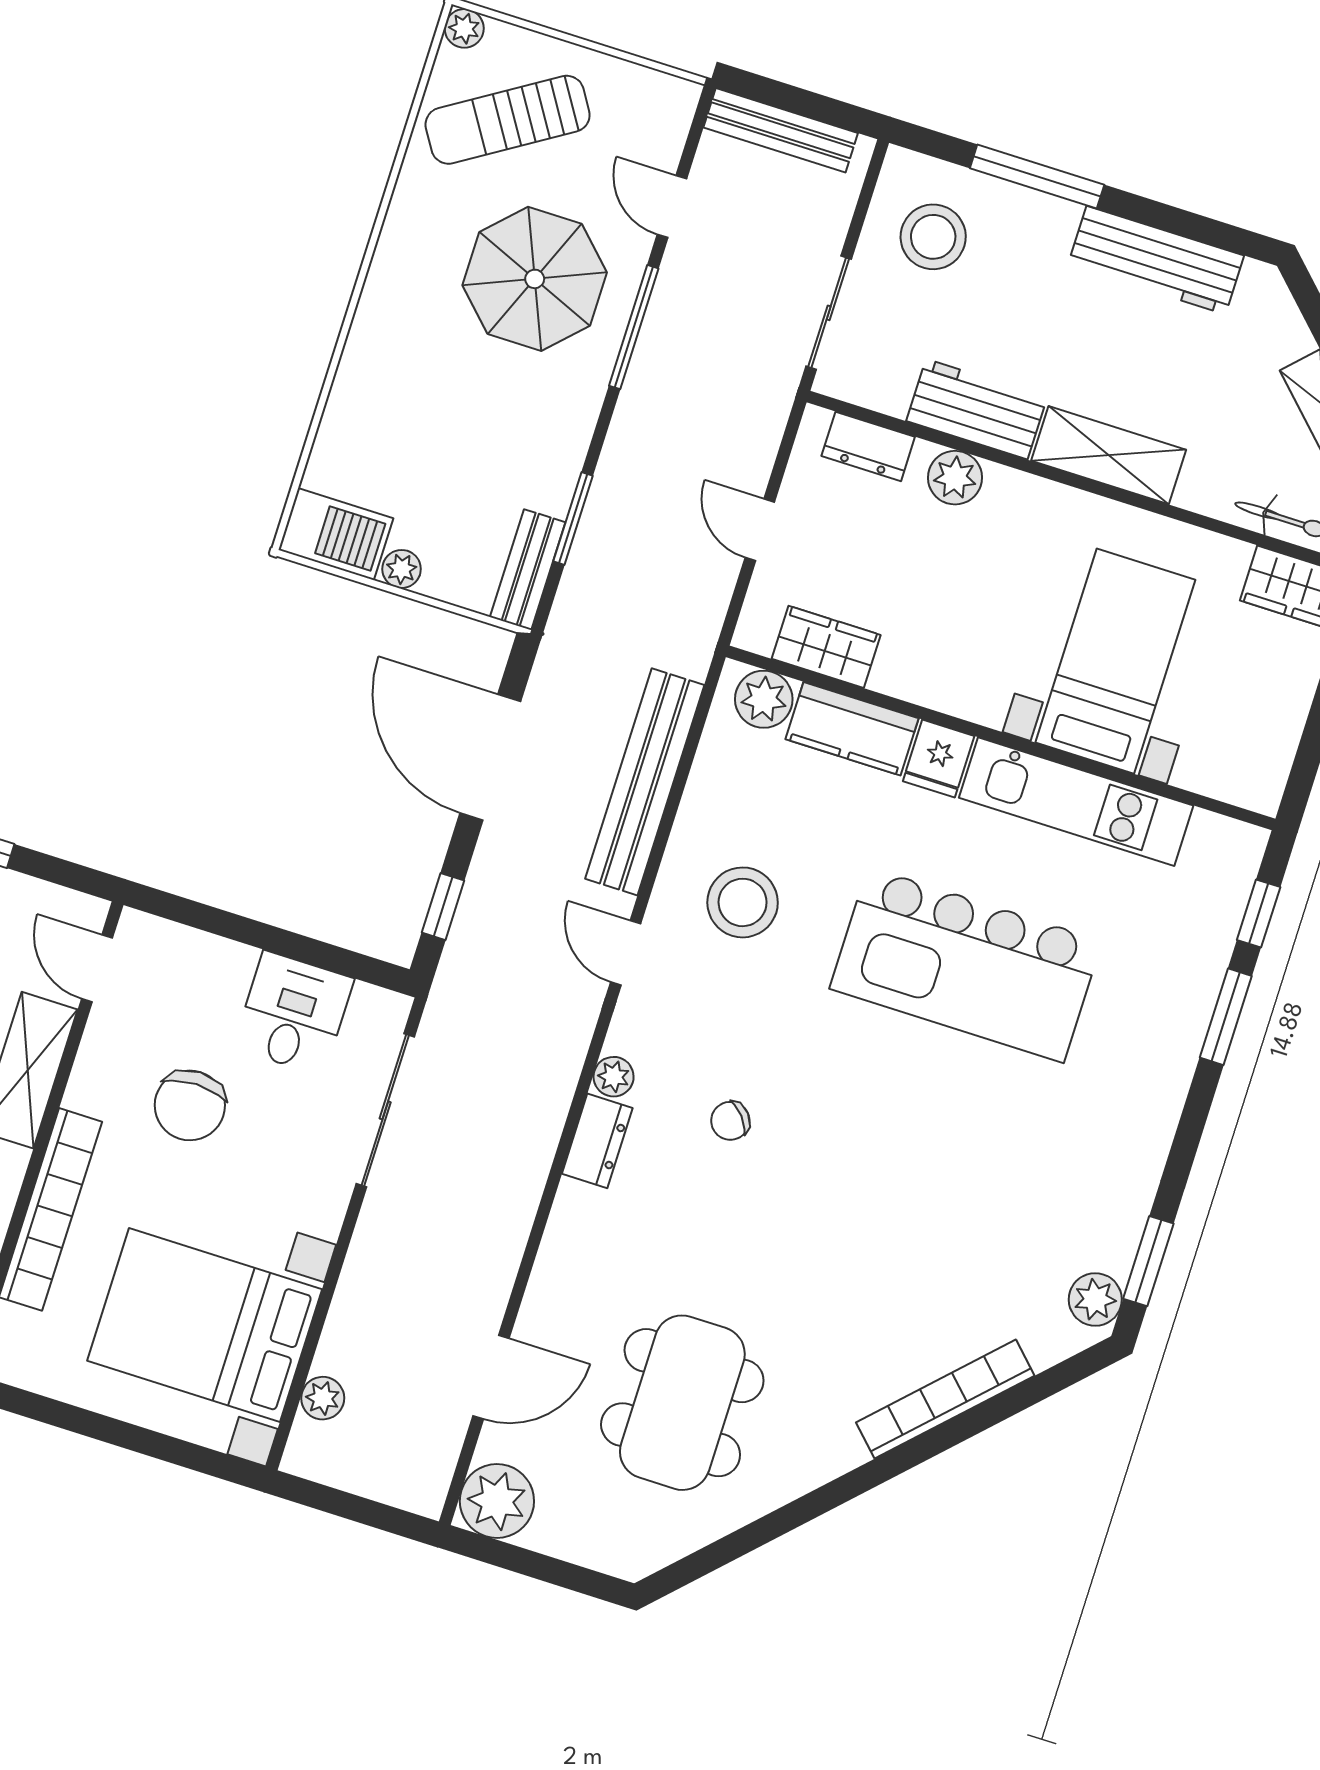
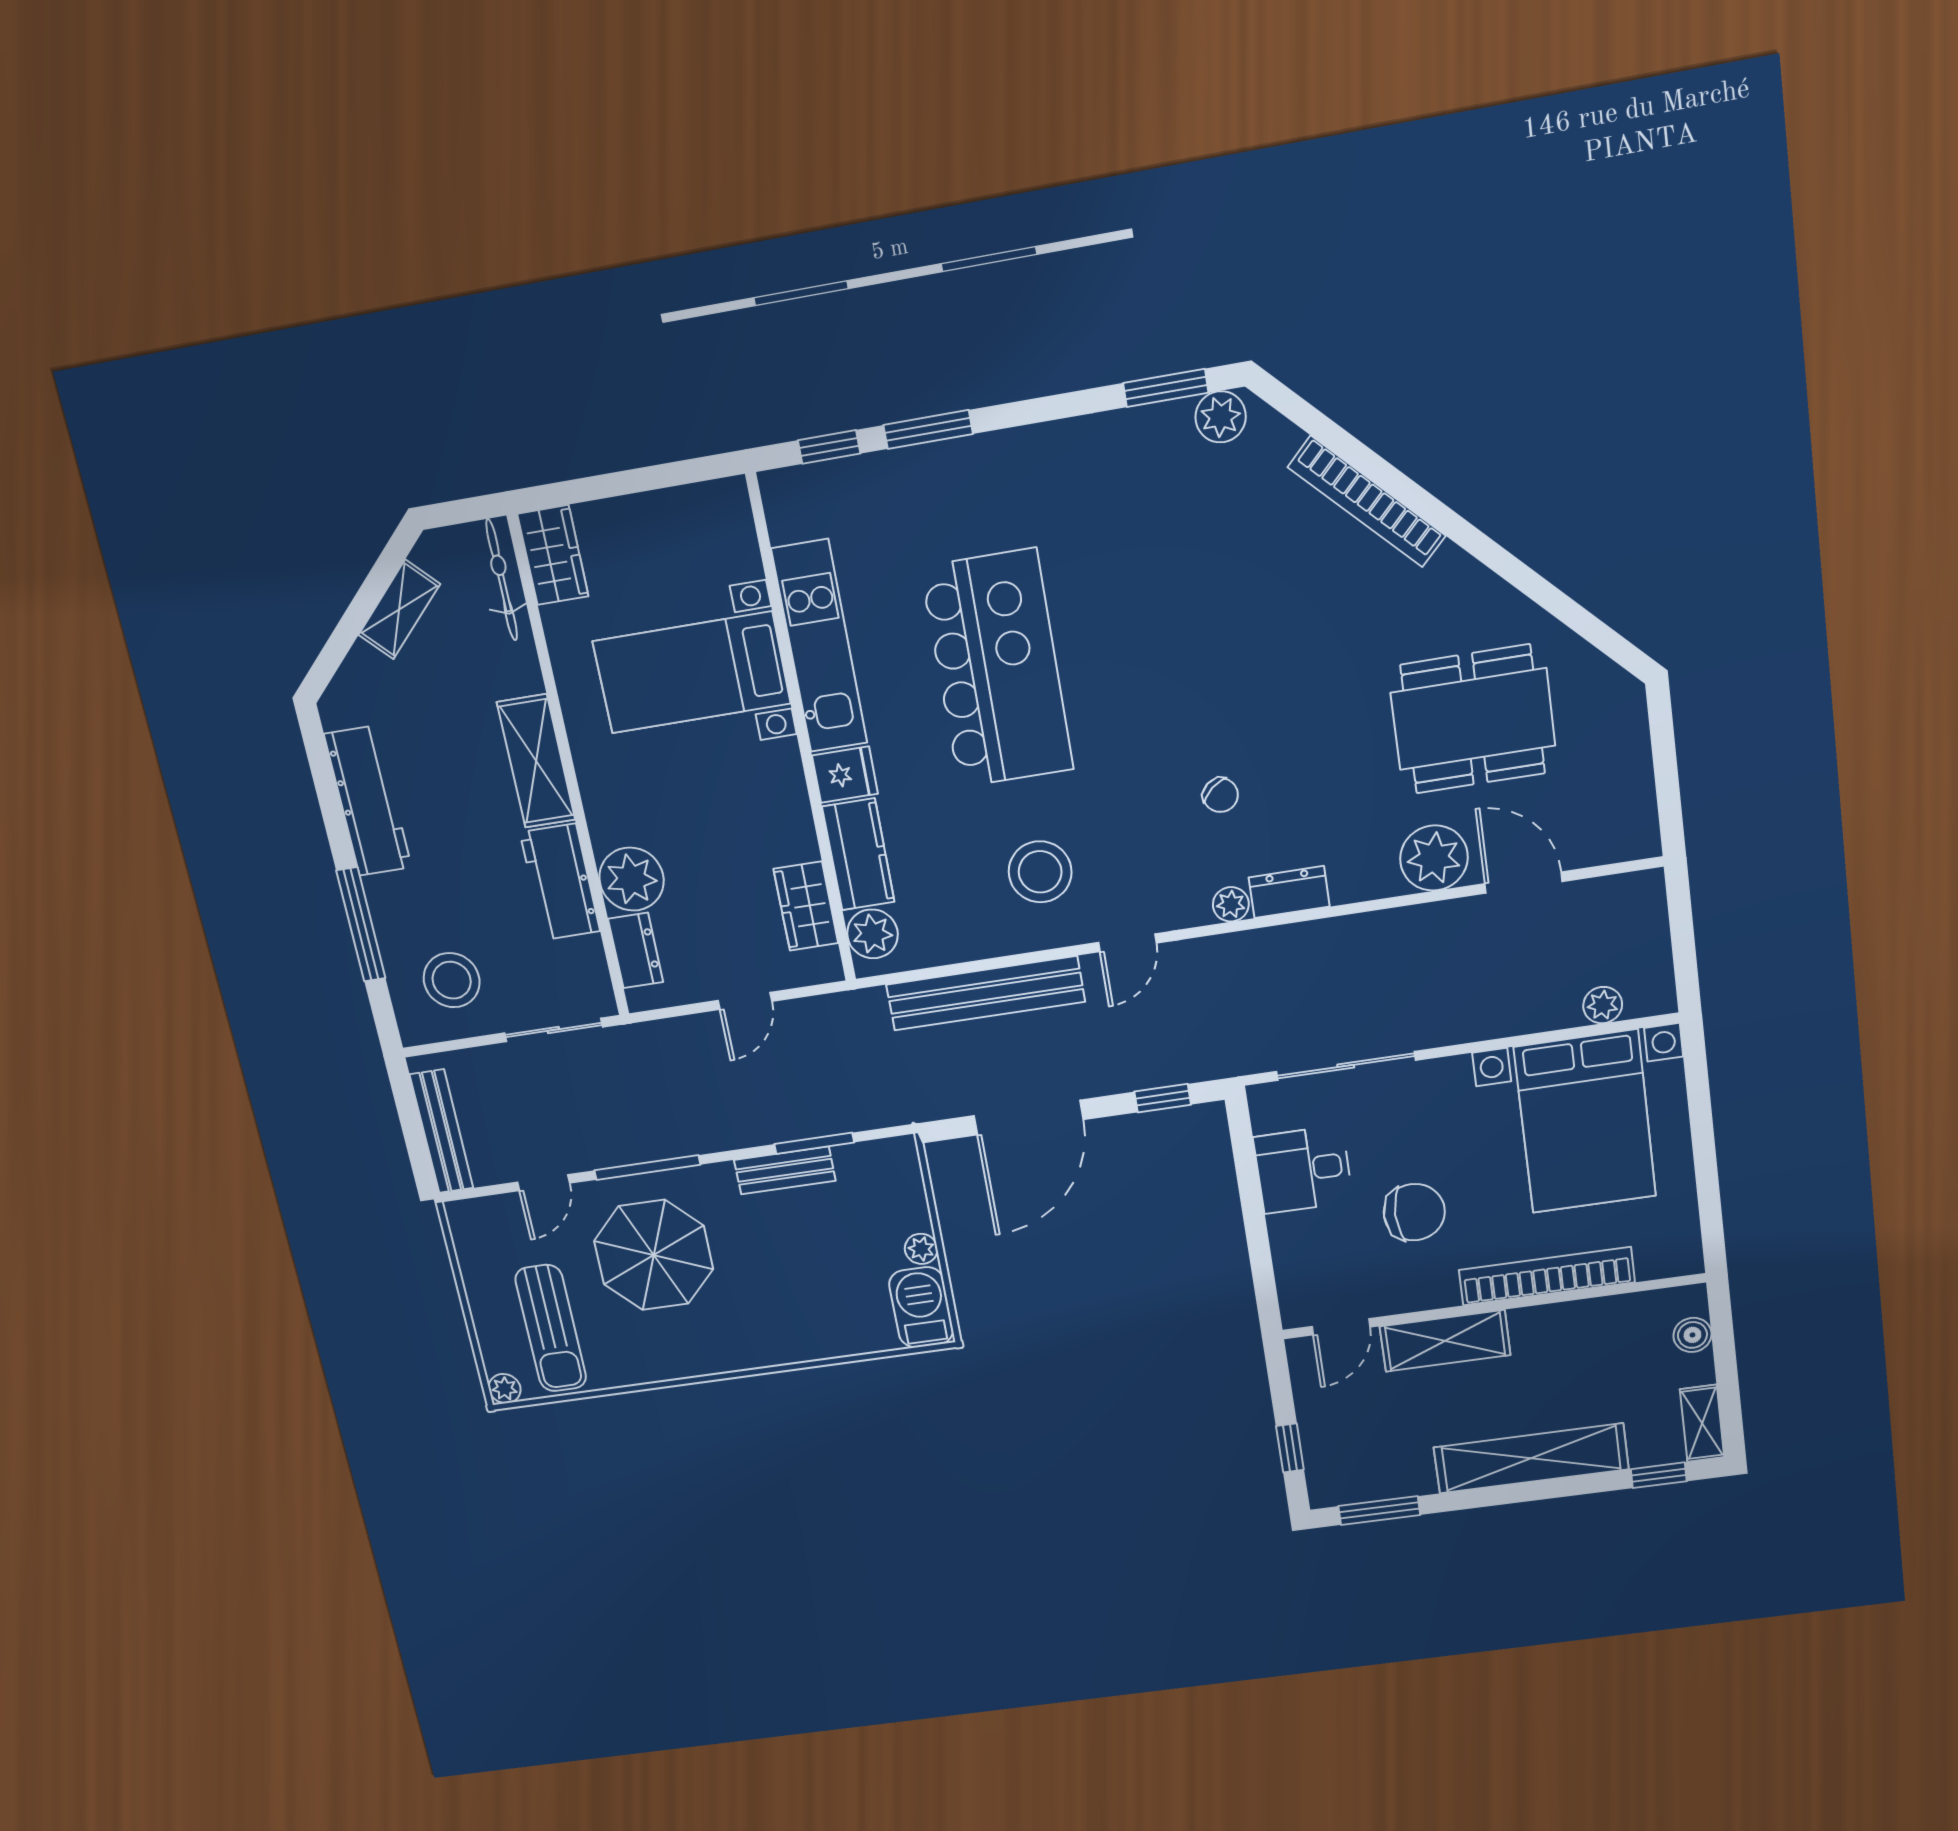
sun lounger: (508, 120) -> (551, 1328), turned 32
plant: (955, 478) -> (632, 879), width x1.36, depth x1.36
bench: (528, 570) -> (785, 1170), moved
plant: (497, 1501) -> (1434, 858), moved

